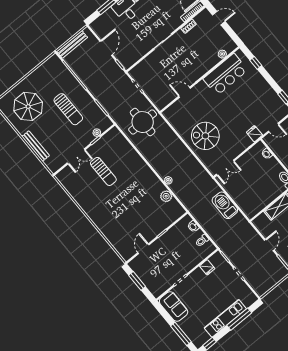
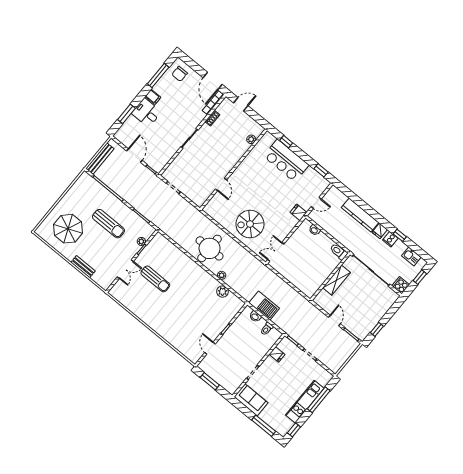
bar counter: (225, 74) -> (286, 161), moved, turned 90
door: (185, 92) -> (221, 185), swing flipped
round table: (143, 122) -> (210, 248), moved
bench: (36, 146) -> (83, 267), width x0.73
double door: (225, 168) -> (276, 252), swing flipped
barbecue: (225, 205) -> (264, 306), moved, turned 180

